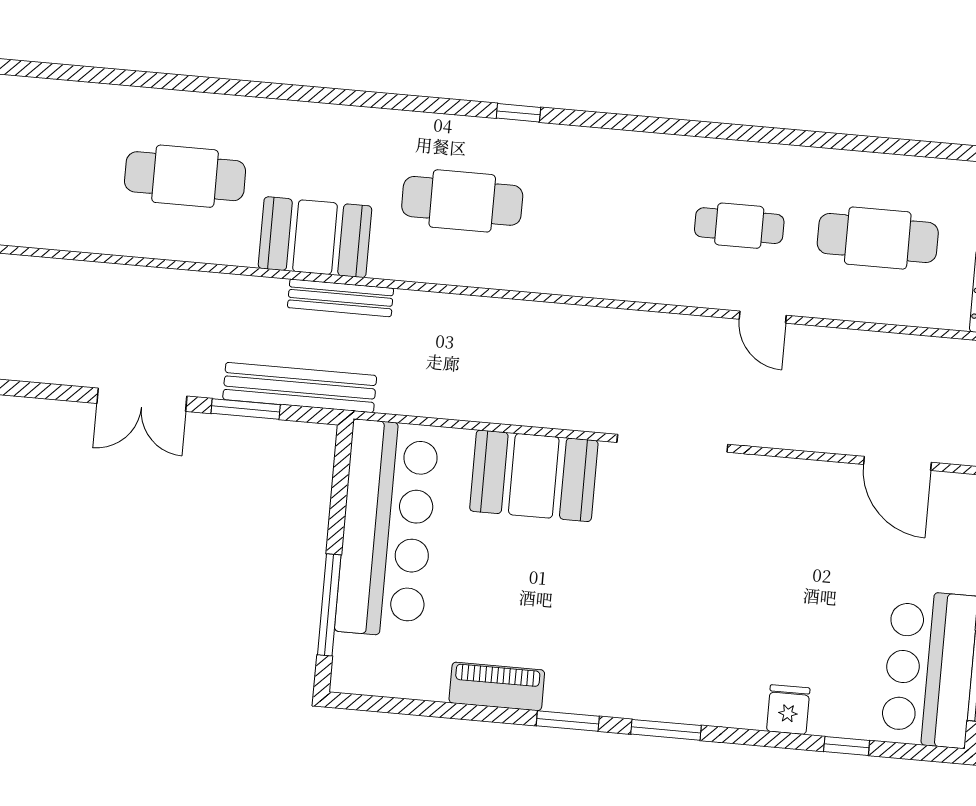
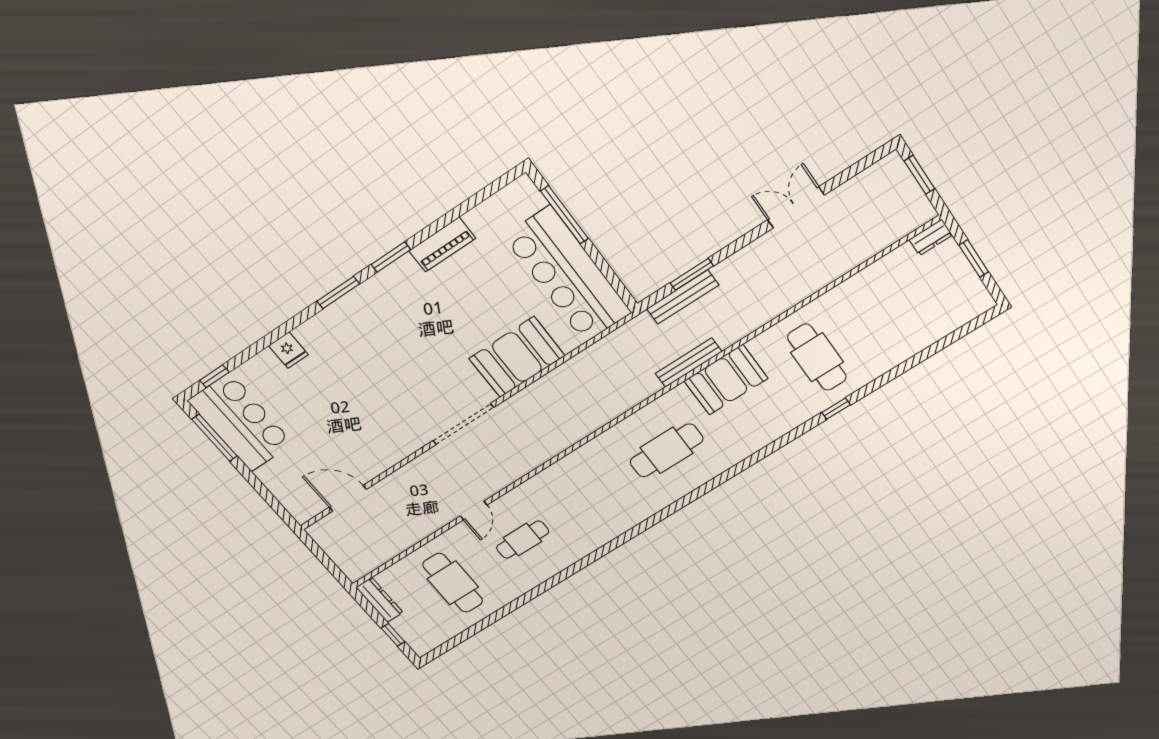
window: (518, 113) -> (836, 409), moved
cafe table: (185, 176) -> (817, 357), turned 90
cafe table: (878, 238) -> (453, 583), turned 90
door: (763, 317) -> (474, 510), swing flipped
bench: (300, 387) -> (683, 297), width x0.73, depth x0.82
double door: (142, 400) -> (796, 207), moved
window: (847, 746) -> (214, 376), moved

